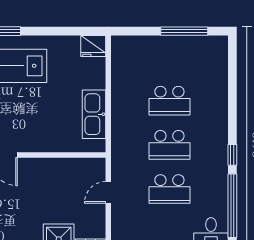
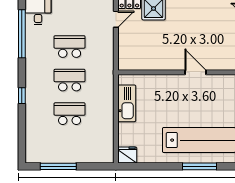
window: (232, 155) -> (22, 96), moved
door: (108, 192) -> (116, 19), moved

